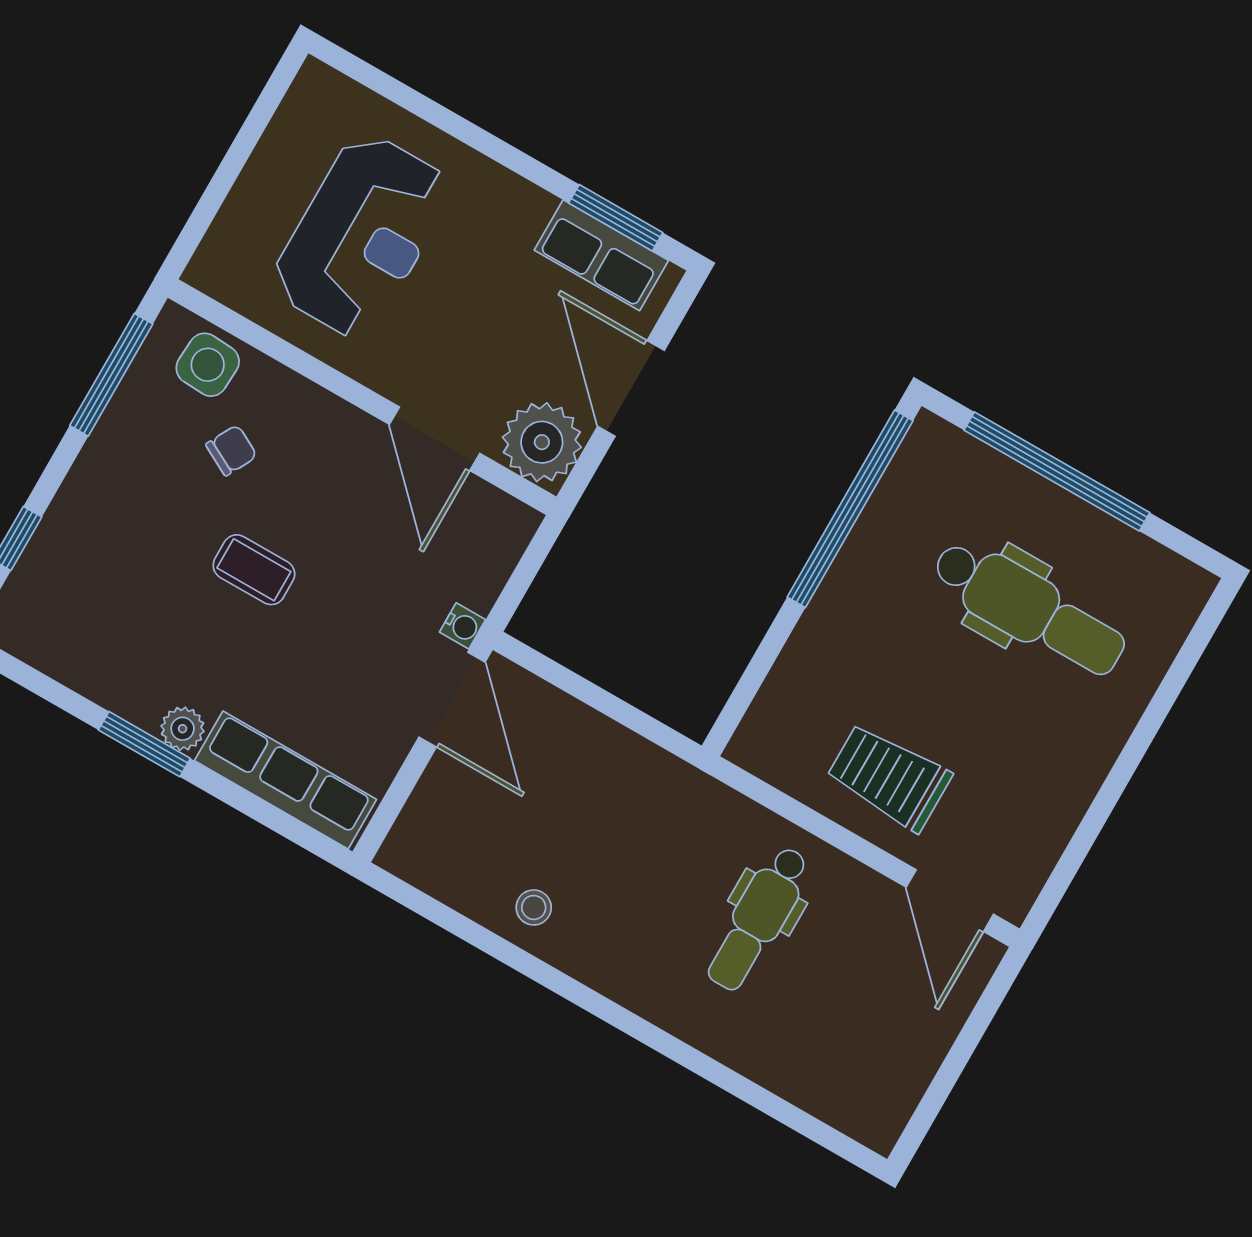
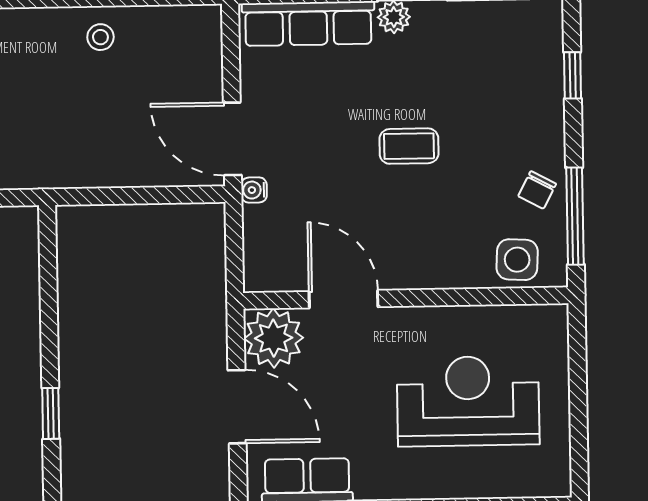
reception desk: (362, 236) -> (468, 401), turned 90
chair: (231, 450) -> (537, 190), moved
window: (850, 509) -> (51, 413), width x0.32

